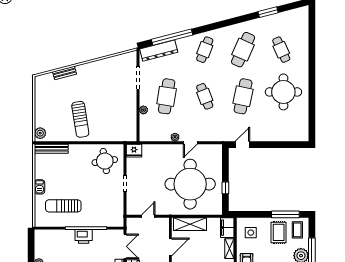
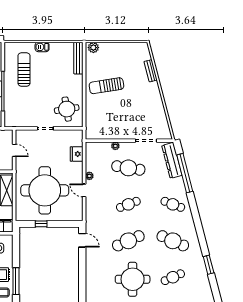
cafe table: (243, 96) -> (128, 241), turned -36
fridge: (134, 151) -> (77, 154), moved

